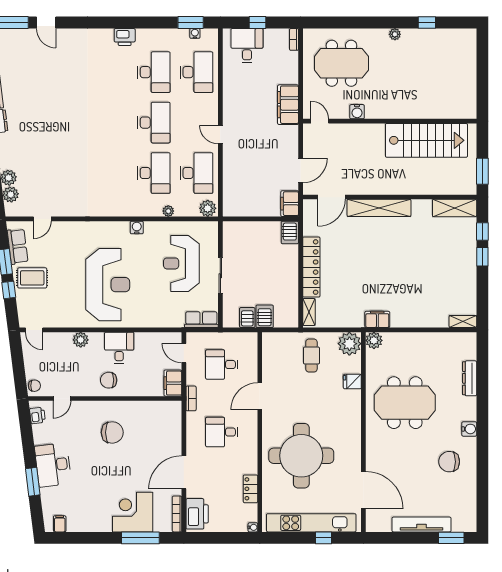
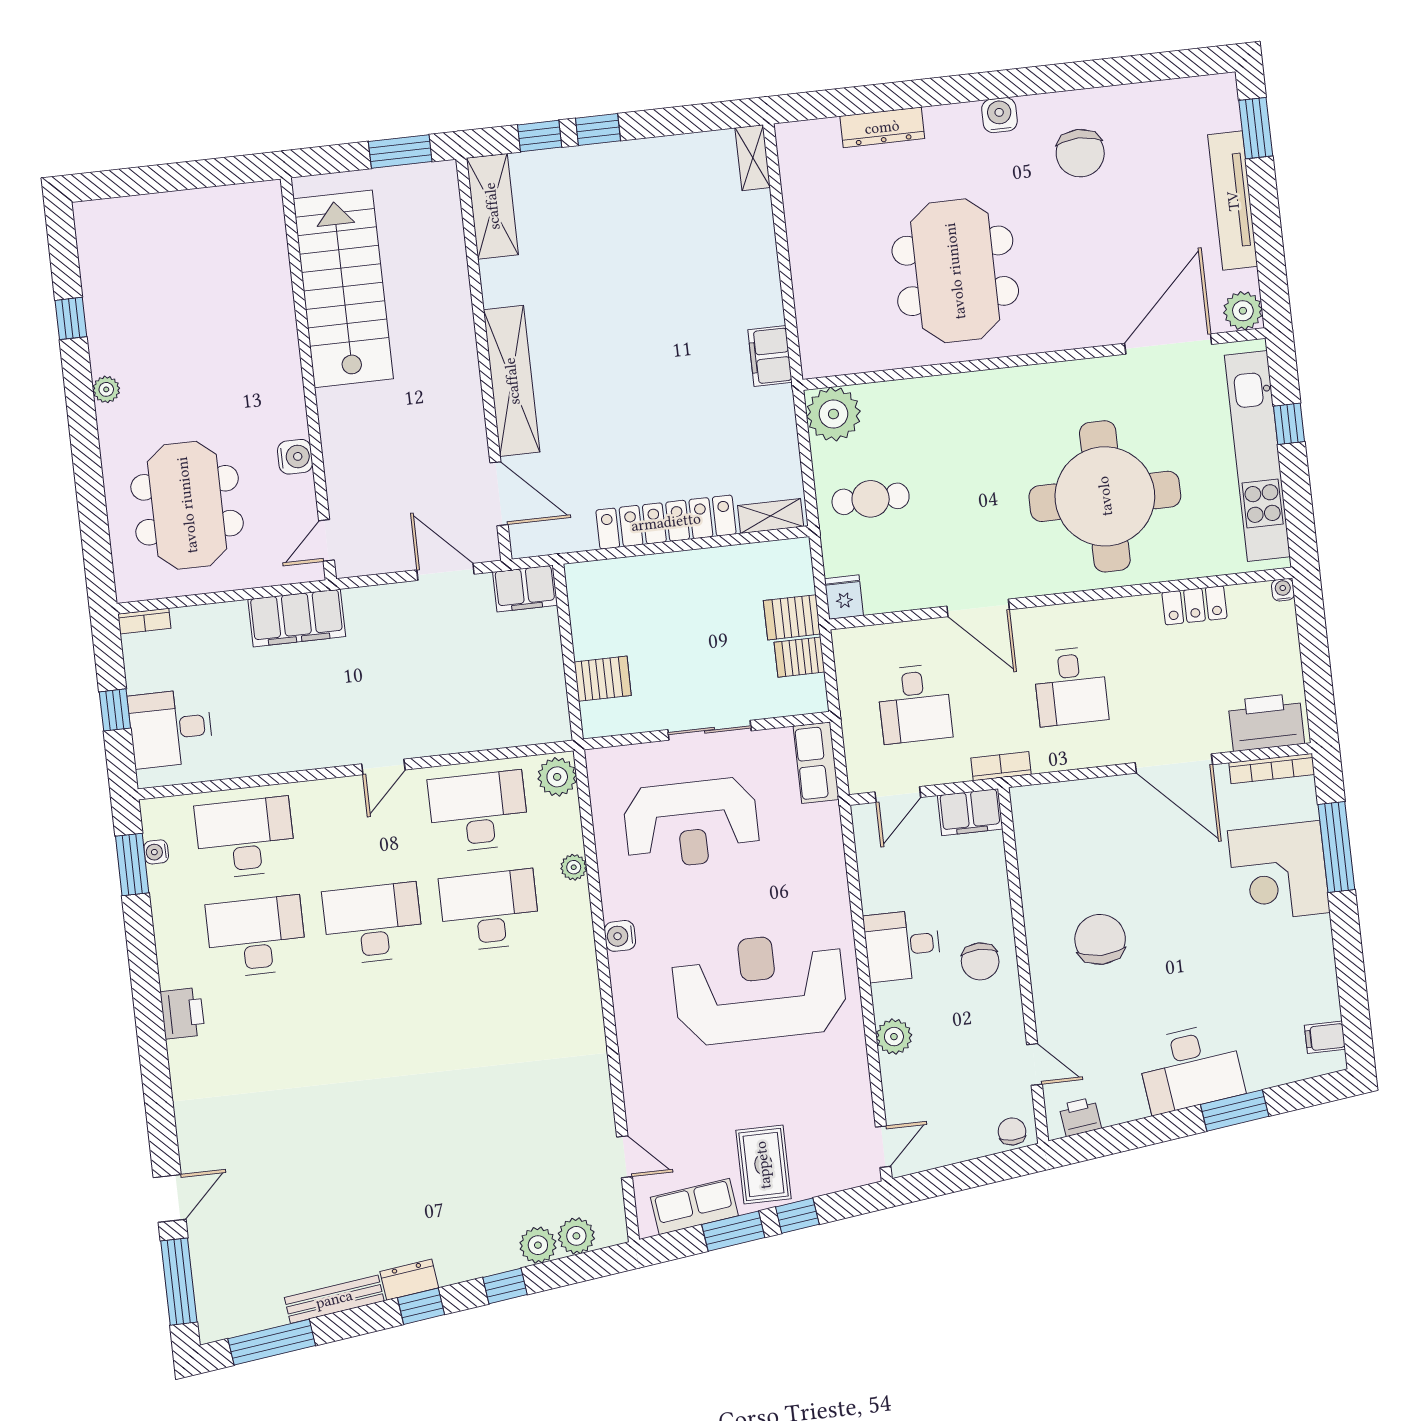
server rack: (290, 232) -> (603, 679), moved
plant: (374, 340) -> (1243, 311), moved
fridge: (352, 382) -> (844, 597), moved, turned 180

